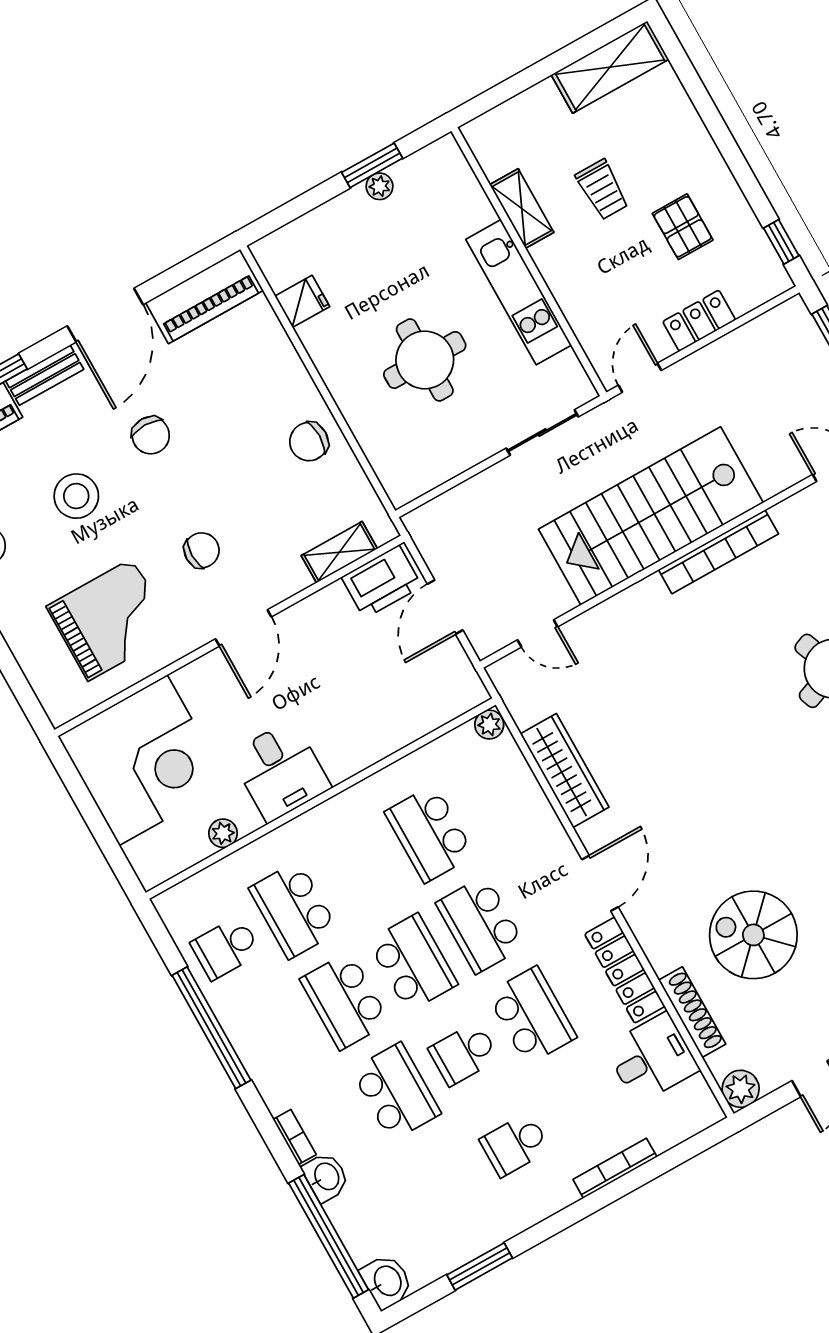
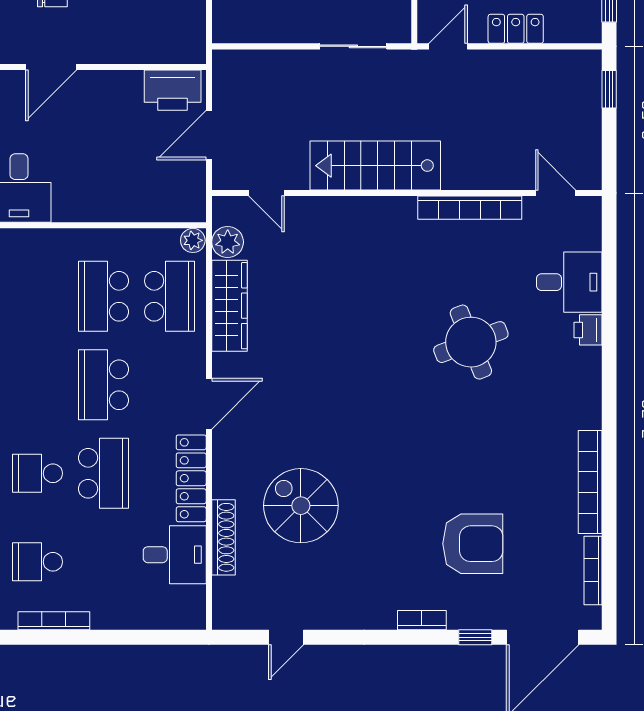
stairs: (651, 516) -> (375, 166), width x0.73, depth x0.66
shelving: (339, 552) -> (154, 51), removed
bookcase: (718, 552) -> (470, 208), moved
school desk: (413, 963) -> (170, 296), moved
plant: (741, 1089) -> (228, 242), moved
bookcase: (615, 1168) -> (54, 621), moved

